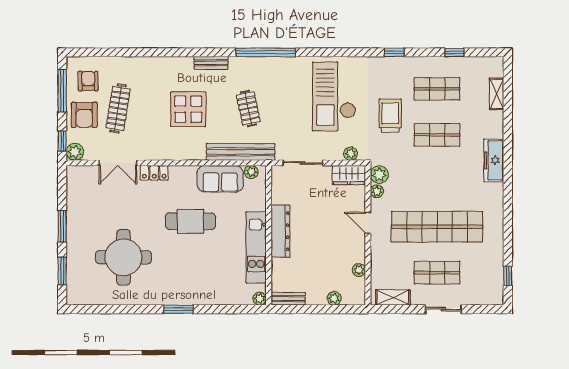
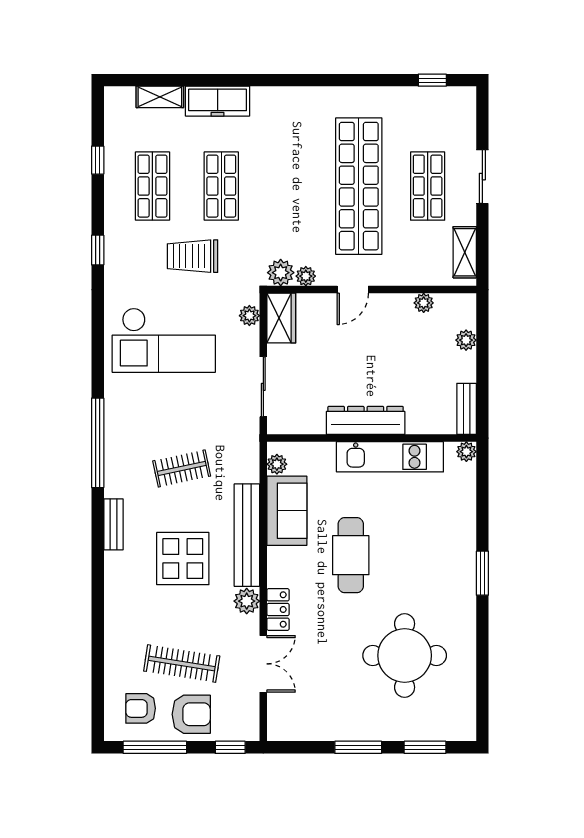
plant: (75, 152) -> (247, 601), moved
bench: (241, 152) -> (247, 535), moved
freezer: (494, 160) -> (218, 101), moved

